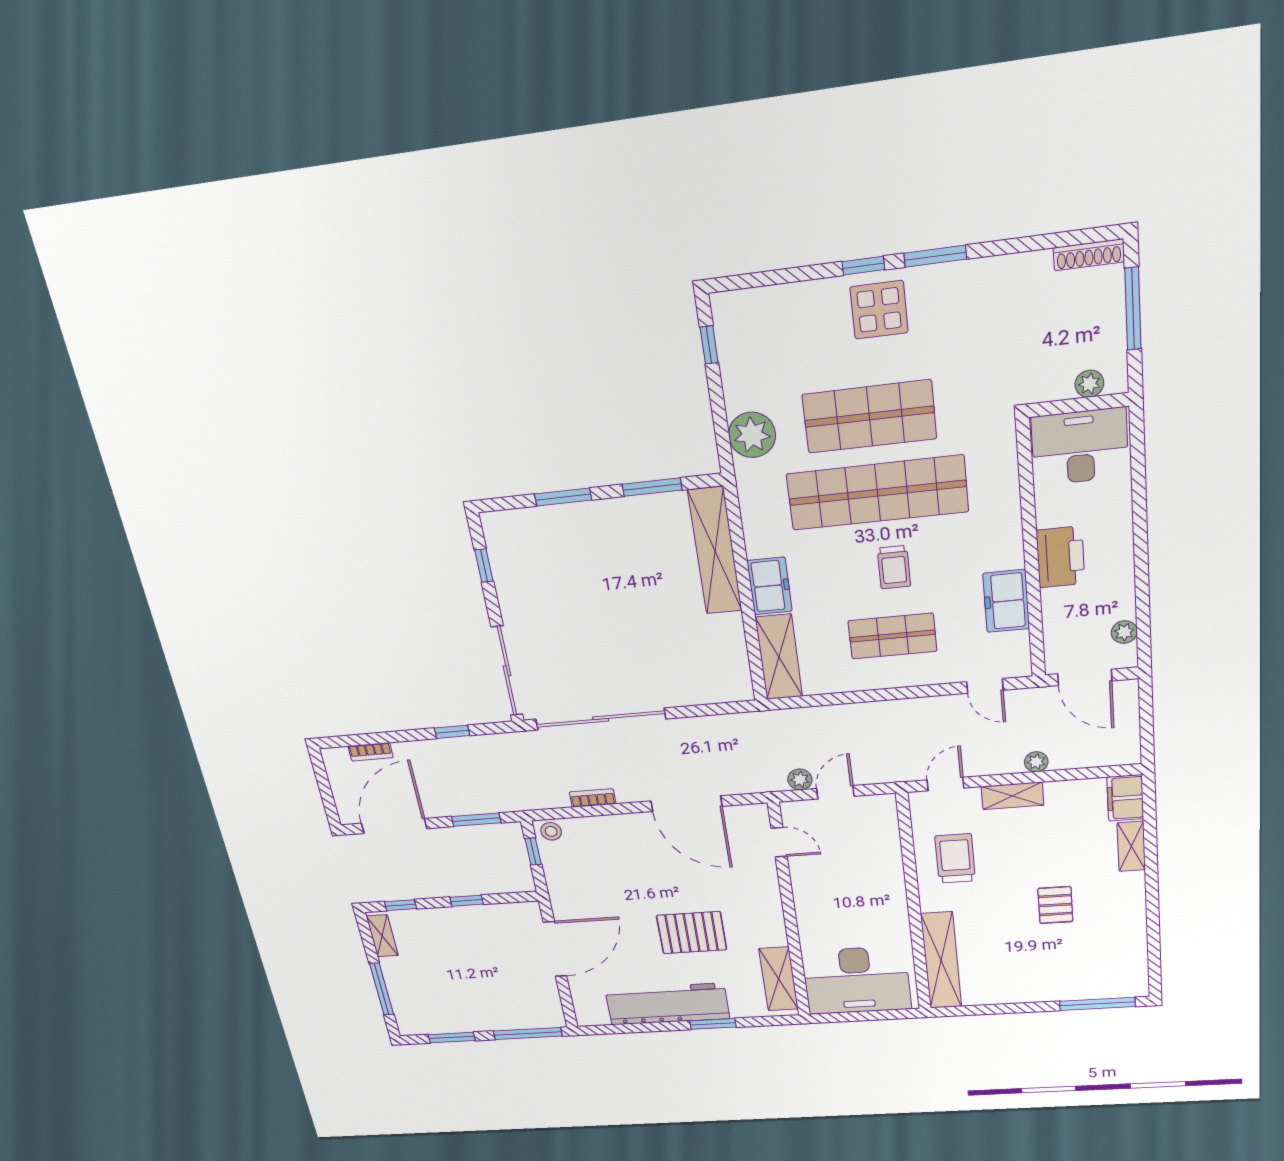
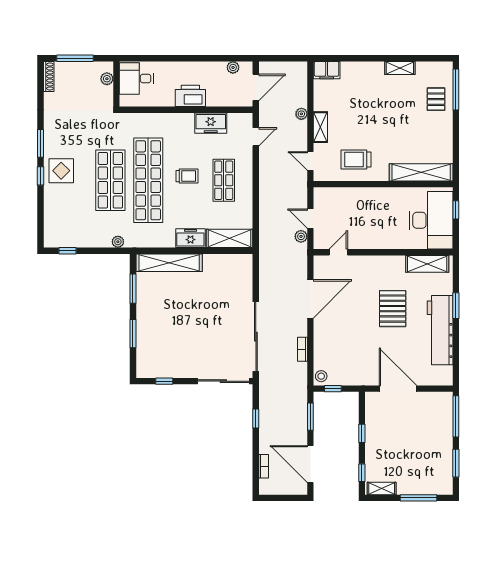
plant: (752, 435) -> (118, 242), width x0.53, depth x0.53
desk: (1080, 447) -> (136, 78), width x0.73
shelving: (1131, 846) -> (400, 68), moved
pallet: (1055, 905) -> (436, 99), moved, turned 90
window: (879, 1015) -> (456, 210), added

